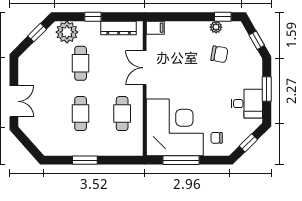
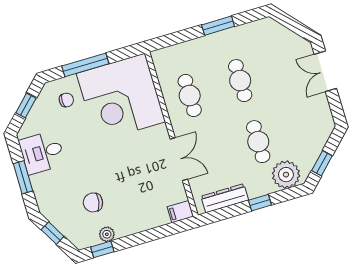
window: (181, 160) -> (85, 65), moved

